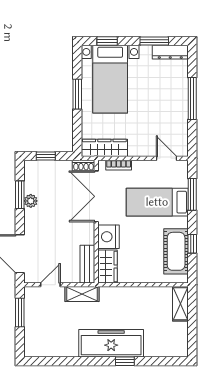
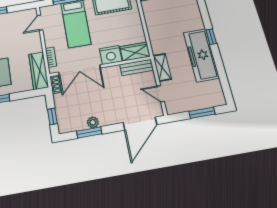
window: (20, 313) -> (202, 113), moved
freezer: (111, 343) -> (201, 55), moved
window: (125, 361) -> (211, 37), moved

